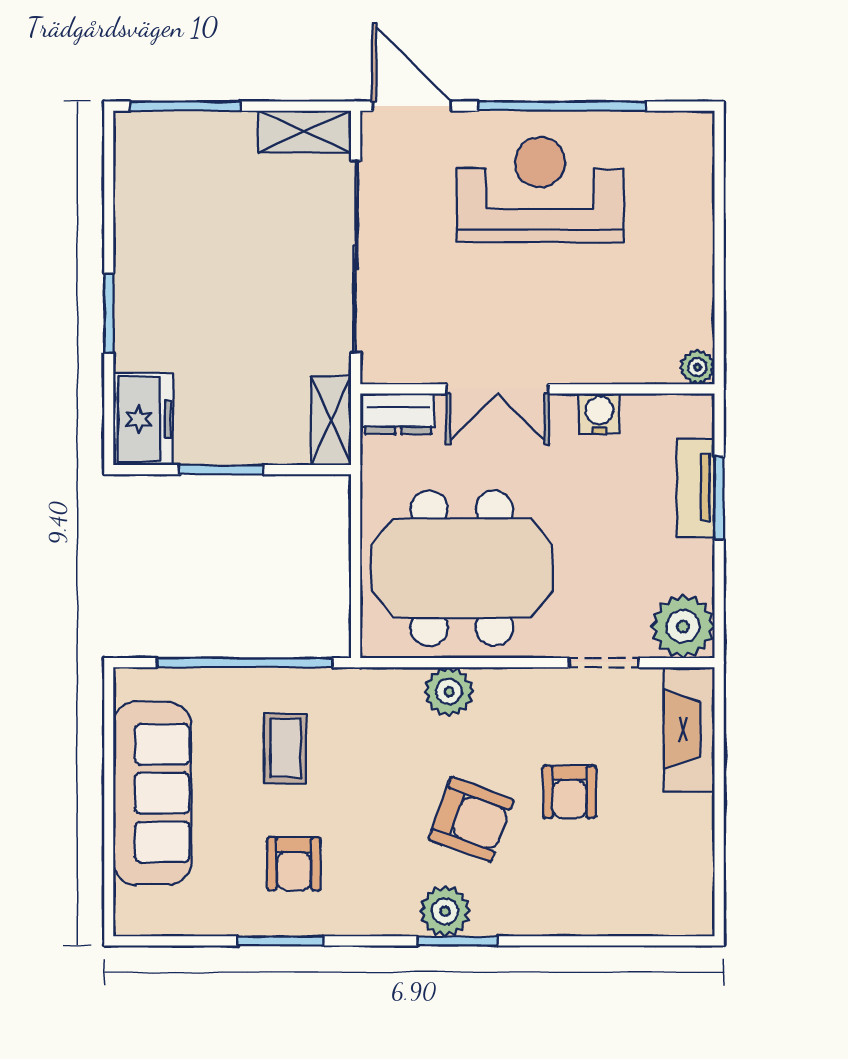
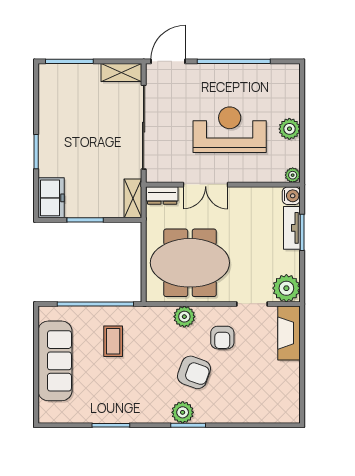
door: (412, 106) -> (168, 61), hinge flipped
reception desk: (540, 190) -> (230, 130), moved
plant: (690, 261) -> (289, 129), added
water cooler: (599, 414) -> (291, 196), moved, turned 90
armchair: (570, 792) -> (222, 338), moved
armchair: (294, 864) -> (117, 392), removed

